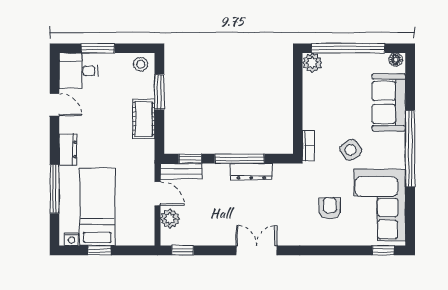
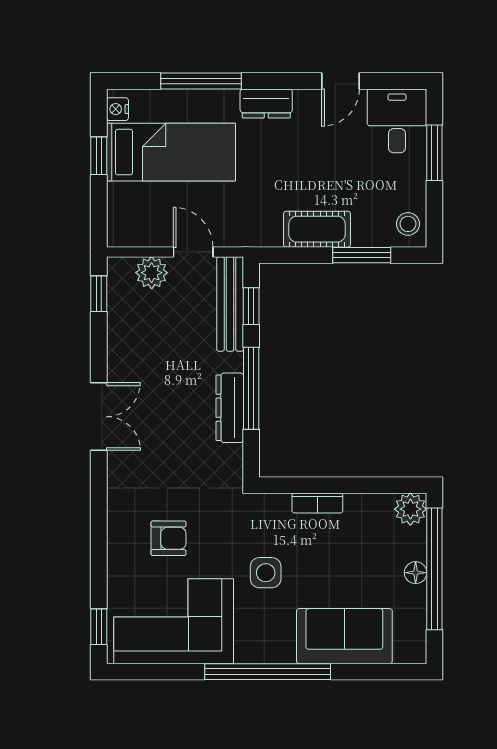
floor lamp: (396, 60) -> (416, 573), moved
bookcase: (309, 145) -> (317, 503), moved
side table: (351, 150) -> (266, 573), turned 37
bench: (181, 171) -> (230, 304), width x1.36
door: (157, 194) -> (193, 252), swing flipped

